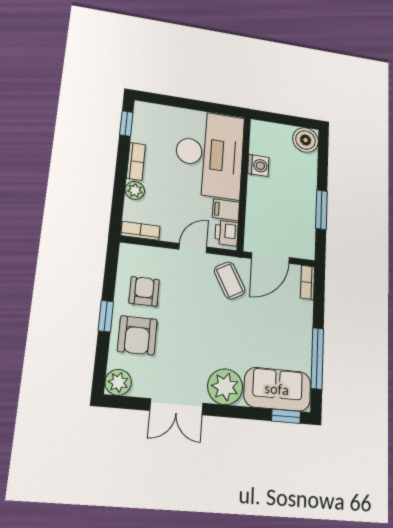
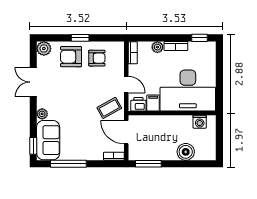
boiler: (306, 140) -> (186, 152), moved
washing machine: (258, 165) -> (200, 122), moved
window: (321, 210) -> (148, 164), moved
plant: (225, 387) -> (42, 114), width x0.53, depth x0.53

